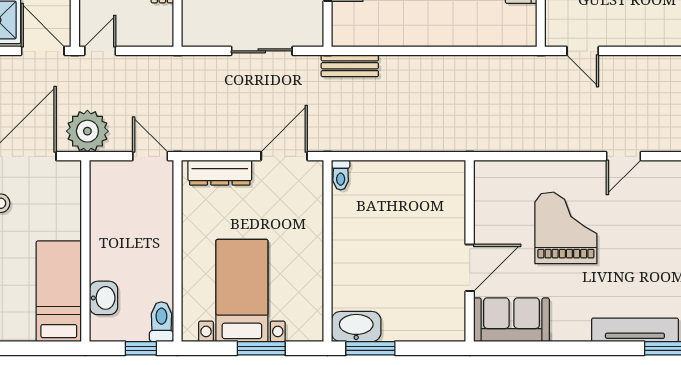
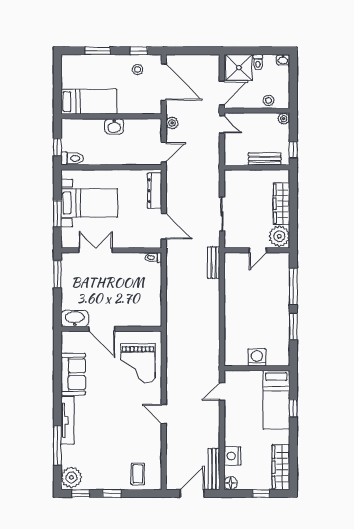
plant: (87, 131) -> (172, 123), width x0.53, depth x0.53
grand piano: (566, 228) -> (138, 363), moved, turned 90
double door: (328, 279) -> (96, 250), added
washbasin: (104, 298) -> (114, 126), moved
sofa: (512, 320) -> (73, 374), moved
washbasin: (356, 327) -> (75, 318), moved, turned -90

